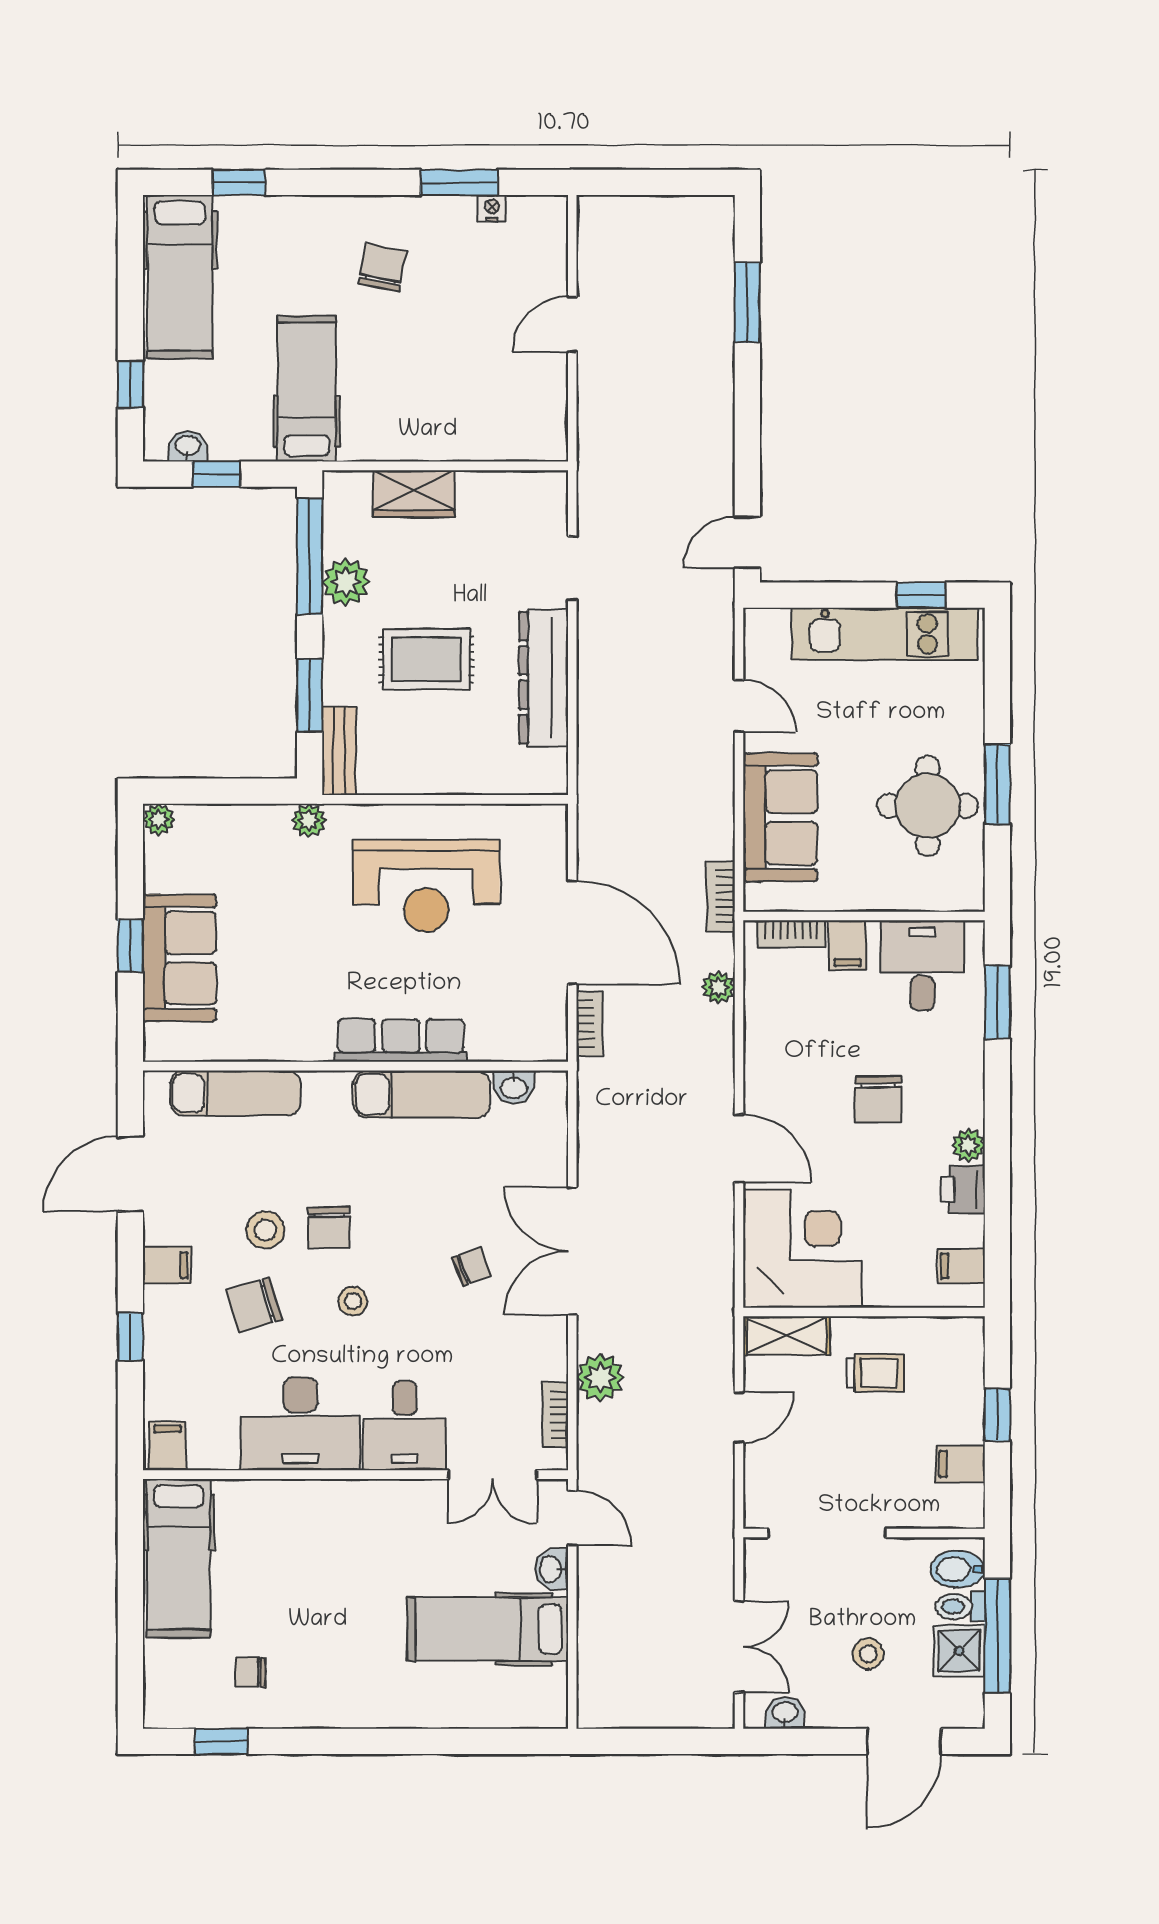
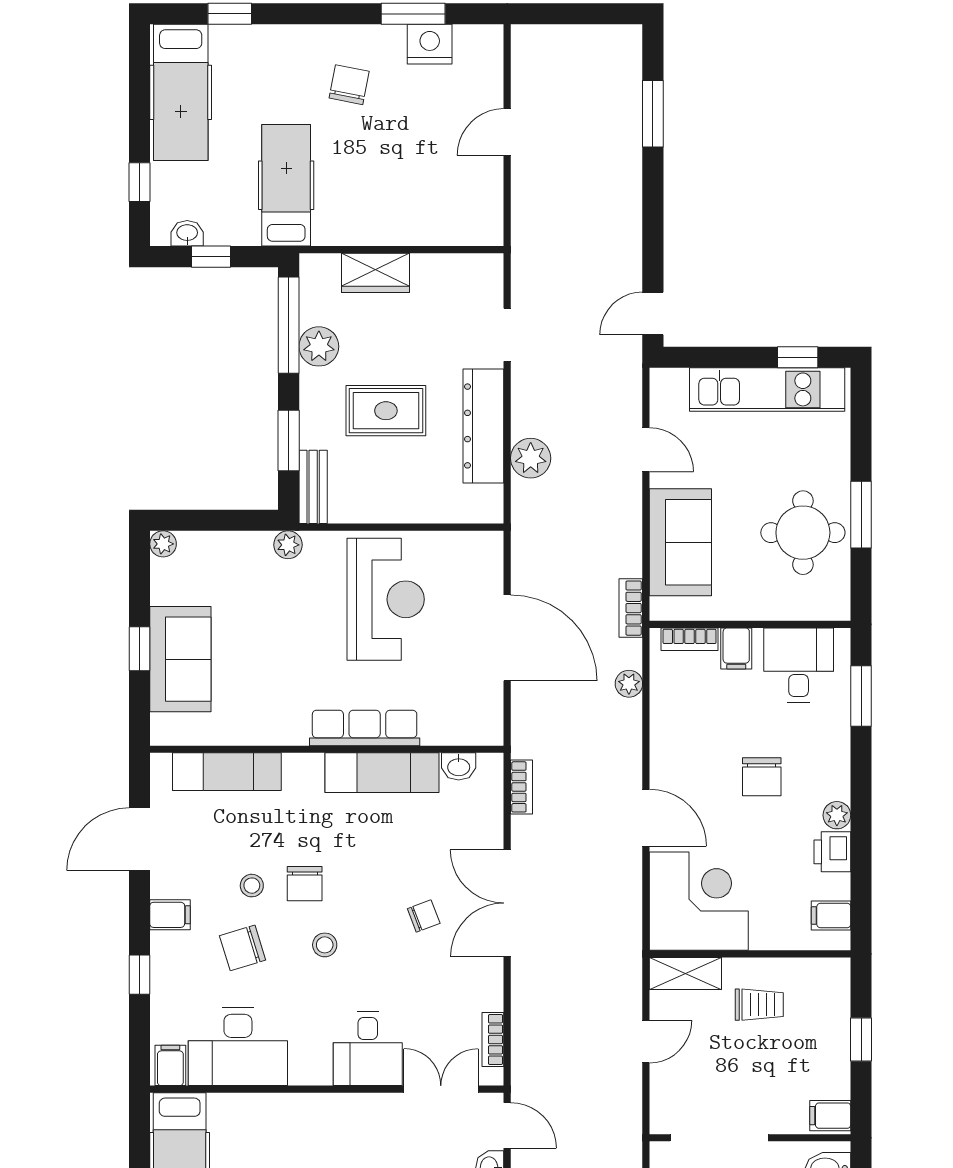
nightstand: (492, 208) -> (430, 44), width x1.89, depth x1.79
reception desk: (426, 886) -> (386, 599), turned -90
bookcase: (589, 1023) -> (522, 787), moved
stool: (265, 1230) -> (252, 886), width x0.73, depth x0.73
plant: (600, 1377) -> (531, 458), moved
desk: (300, 1424) -> (238, 1047), moved
filing cabinet: (960, 1464) -> (830, 1116), moved
double door: (493, 1475) -> (441, 1089), swing flipped

